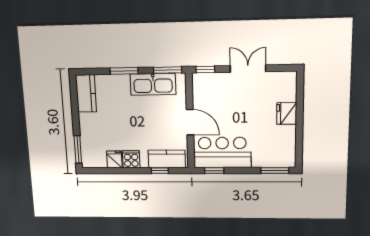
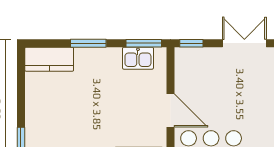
kitchen sink: (153, 84) -> (138, 58), width x0.53, depth x0.81
kitchen counter: (86, 93) -> (49, 59), moved, turned 90

